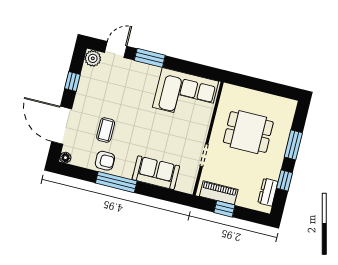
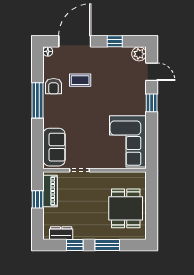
window: (150, 58) -> (152, 103), width x0.67
dining table: (248, 132) -> (126, 208), moved
sofa: (156, 173) -> (54, 147), moved

